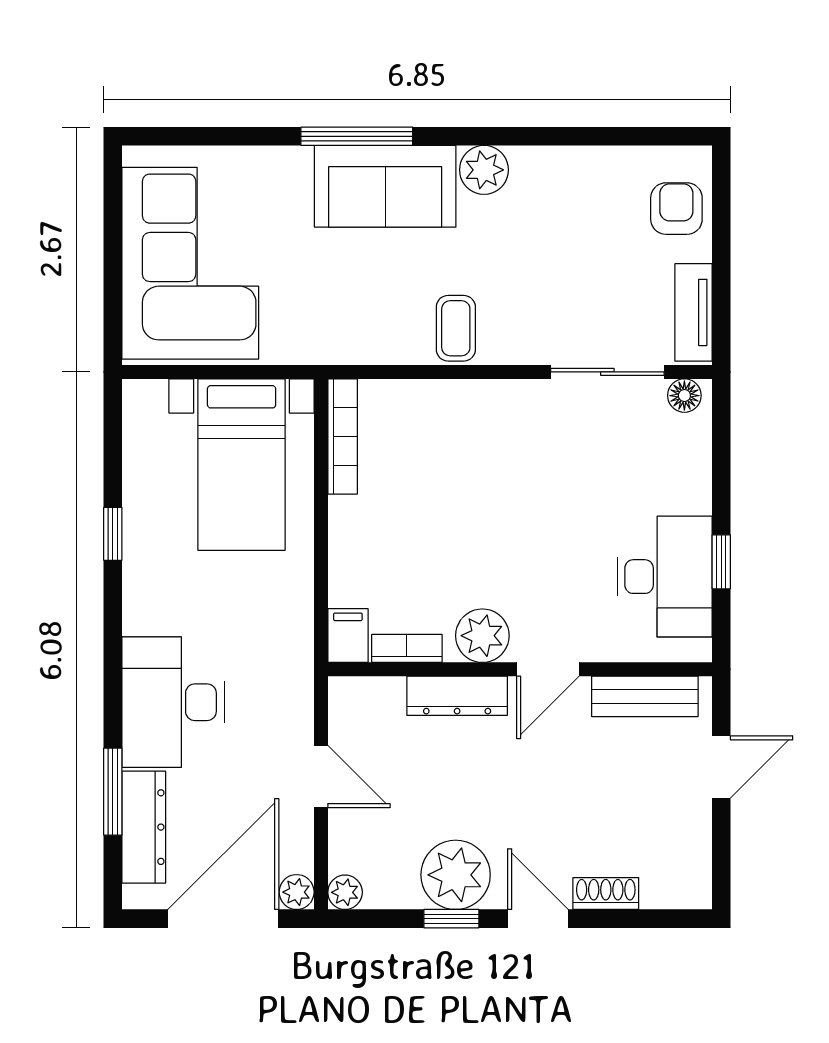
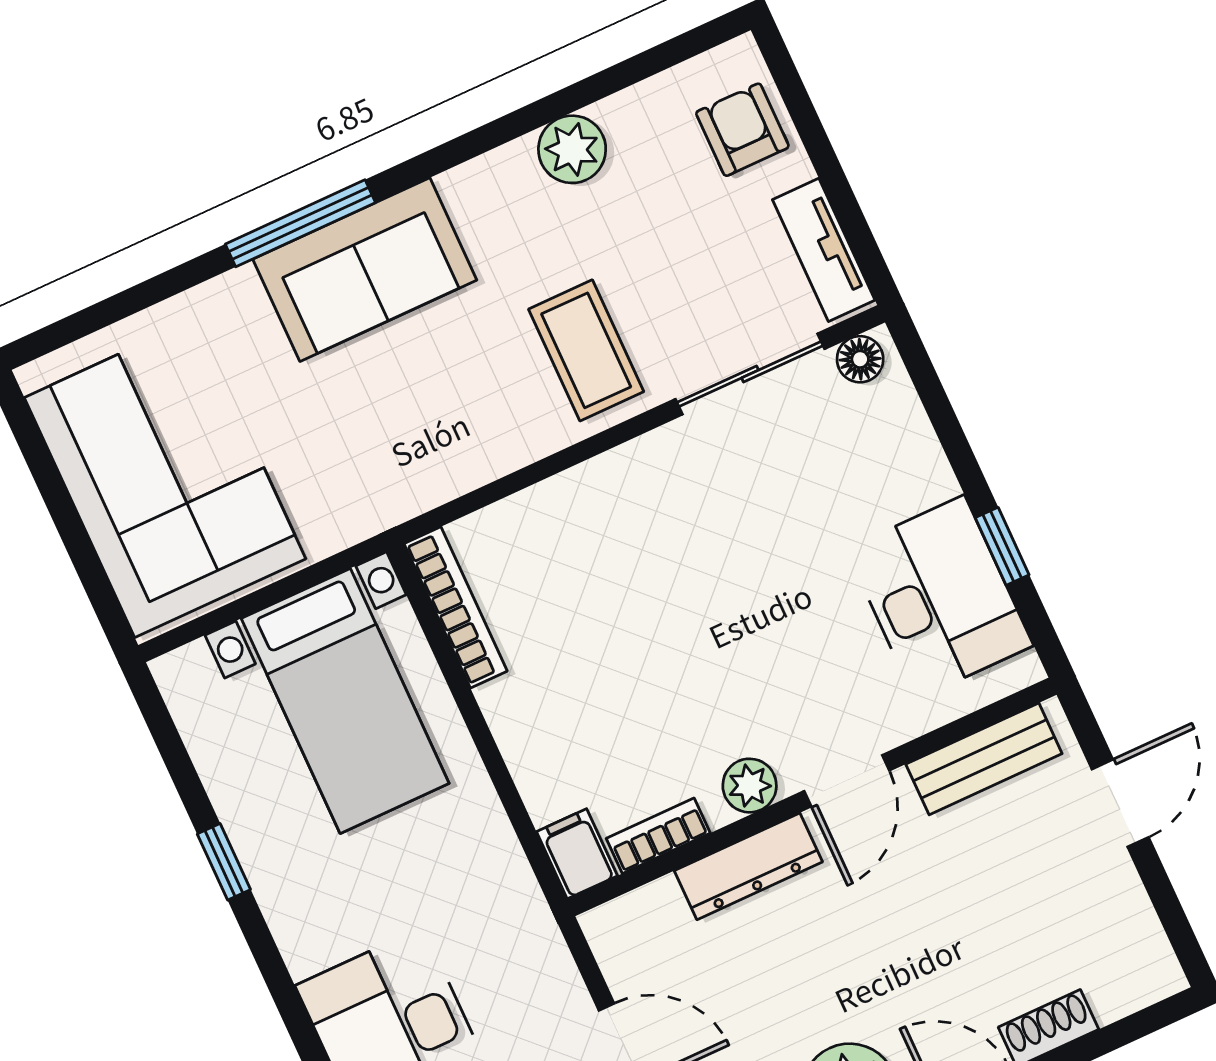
plant: (484, 170) -> (572, 149), moved
coffee table: (456, 328) -> (586, 350), moved, width x1.36, depth x1.30
plant: (482, 636) -> (750, 786), width x0.73, depth x0.73

